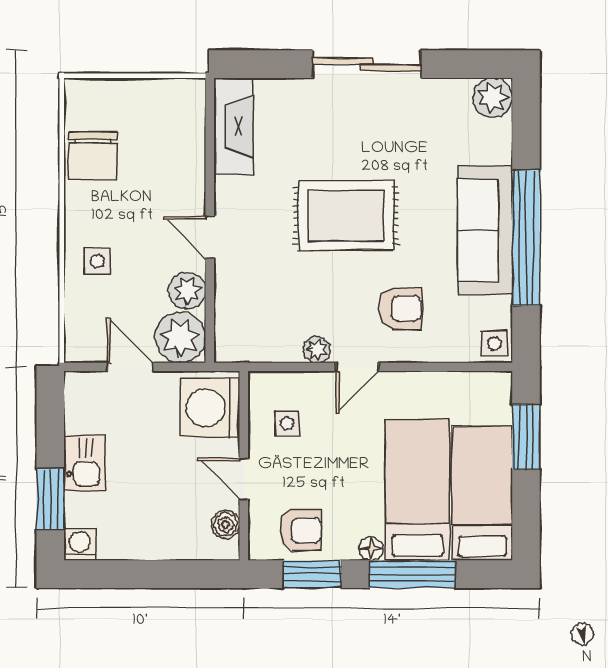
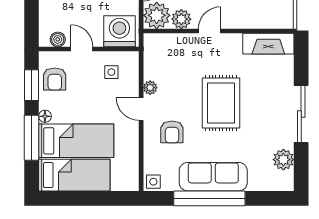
plant: (493, 98) -> (283, 160), moved
window: (526, 437) -> (104, 198), removed
door: (244, 479) -> (82, 49), hinge flipped

